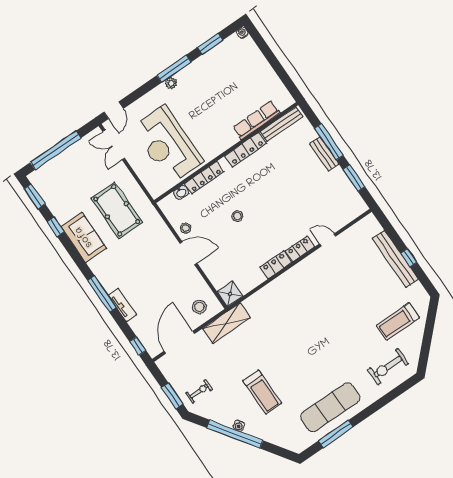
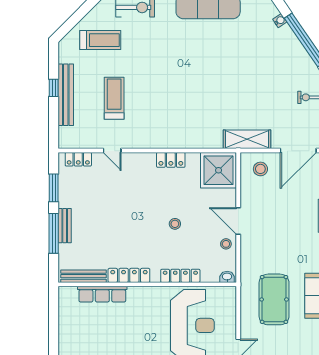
washbasin: (181, 192) -> (227, 277), moved
locker: (300, 249) -> (78, 159), moved
shower: (230, 294) -> (219, 170), width x1.86, depth x1.86
treadmill: (262, 392) -> (114, 98), moved
water cooler: (239, 426) -> (280, 21), moved

